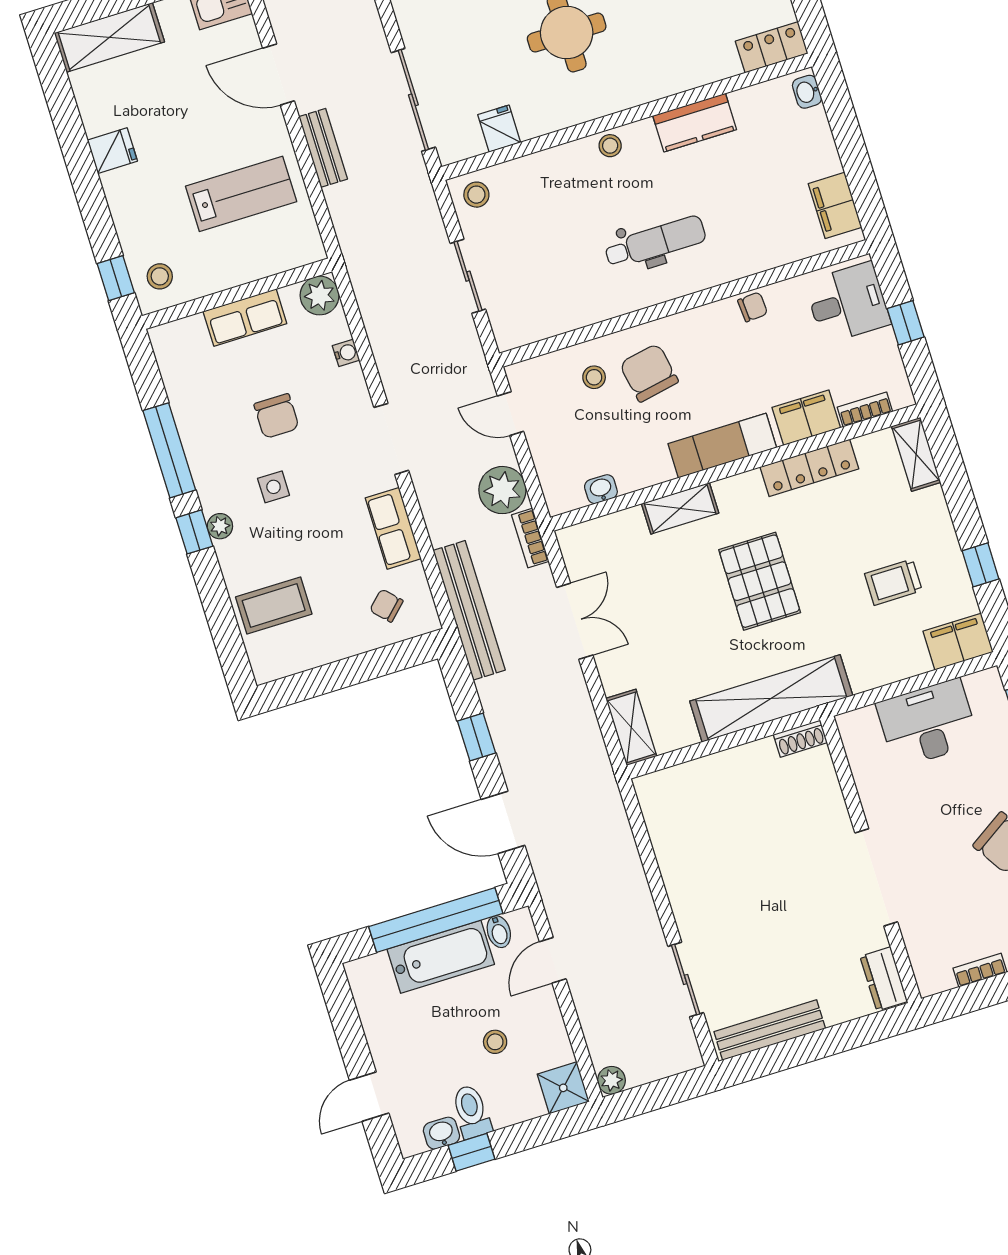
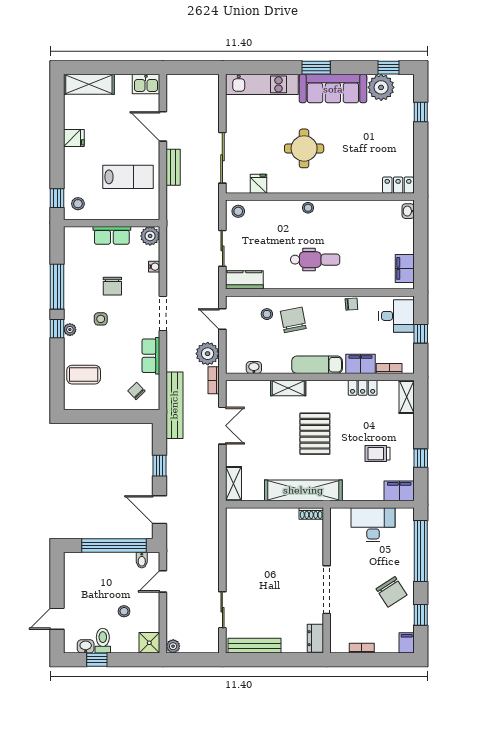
kitchen counter: (695, 123) -> (244, 280), moved, turned 180
locker: (809, 468) -> (363, 388), width x0.66
bathtub: (441, 957) -> (111, 564), removed

